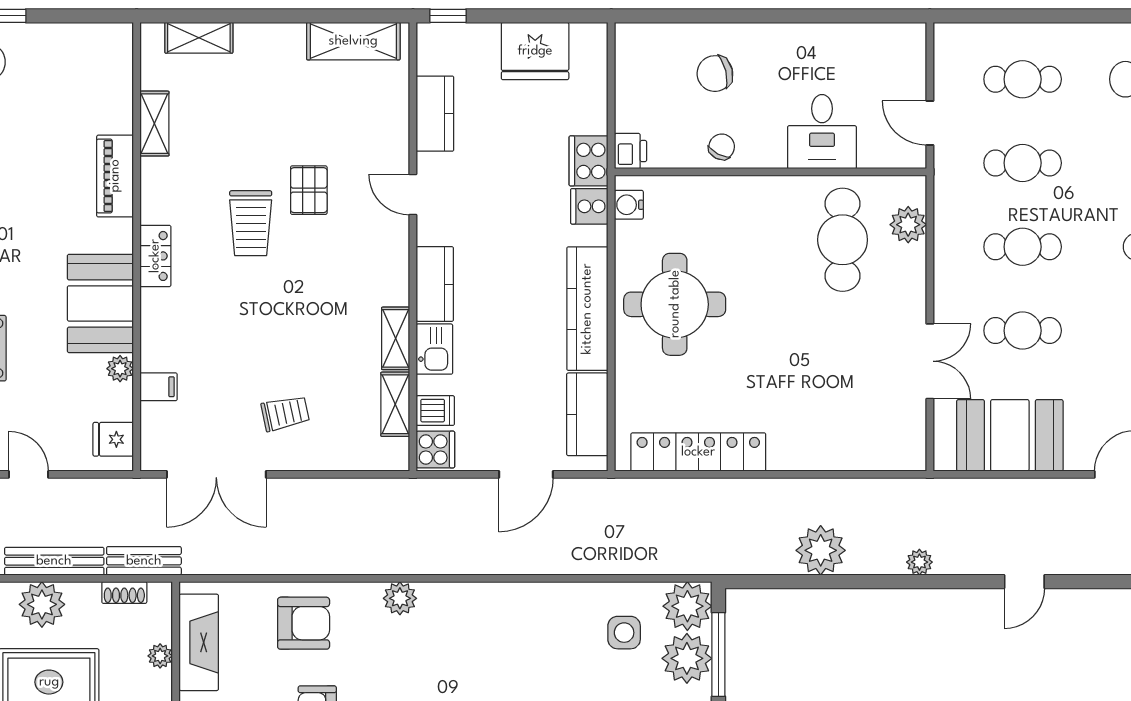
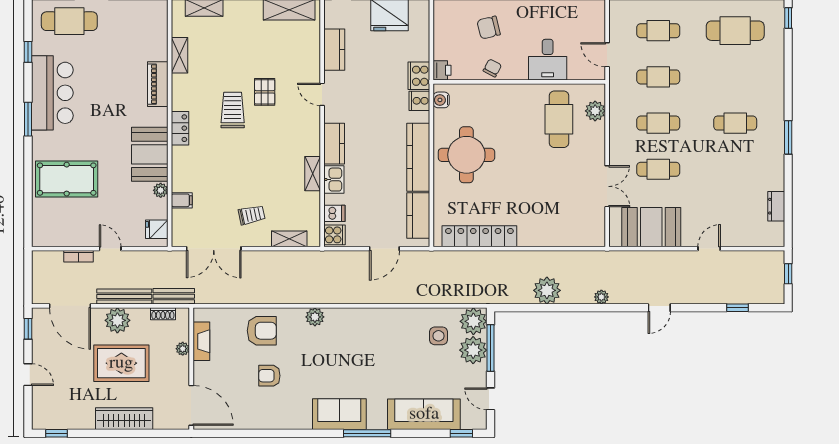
trolley: (251, 223) -> (233, 110), turned 180
shelving: (395, 404) -> (289, 239), moved, turned 90
fireplace: (199, 642) -> (201, 341), width x0.73, depth x0.76

